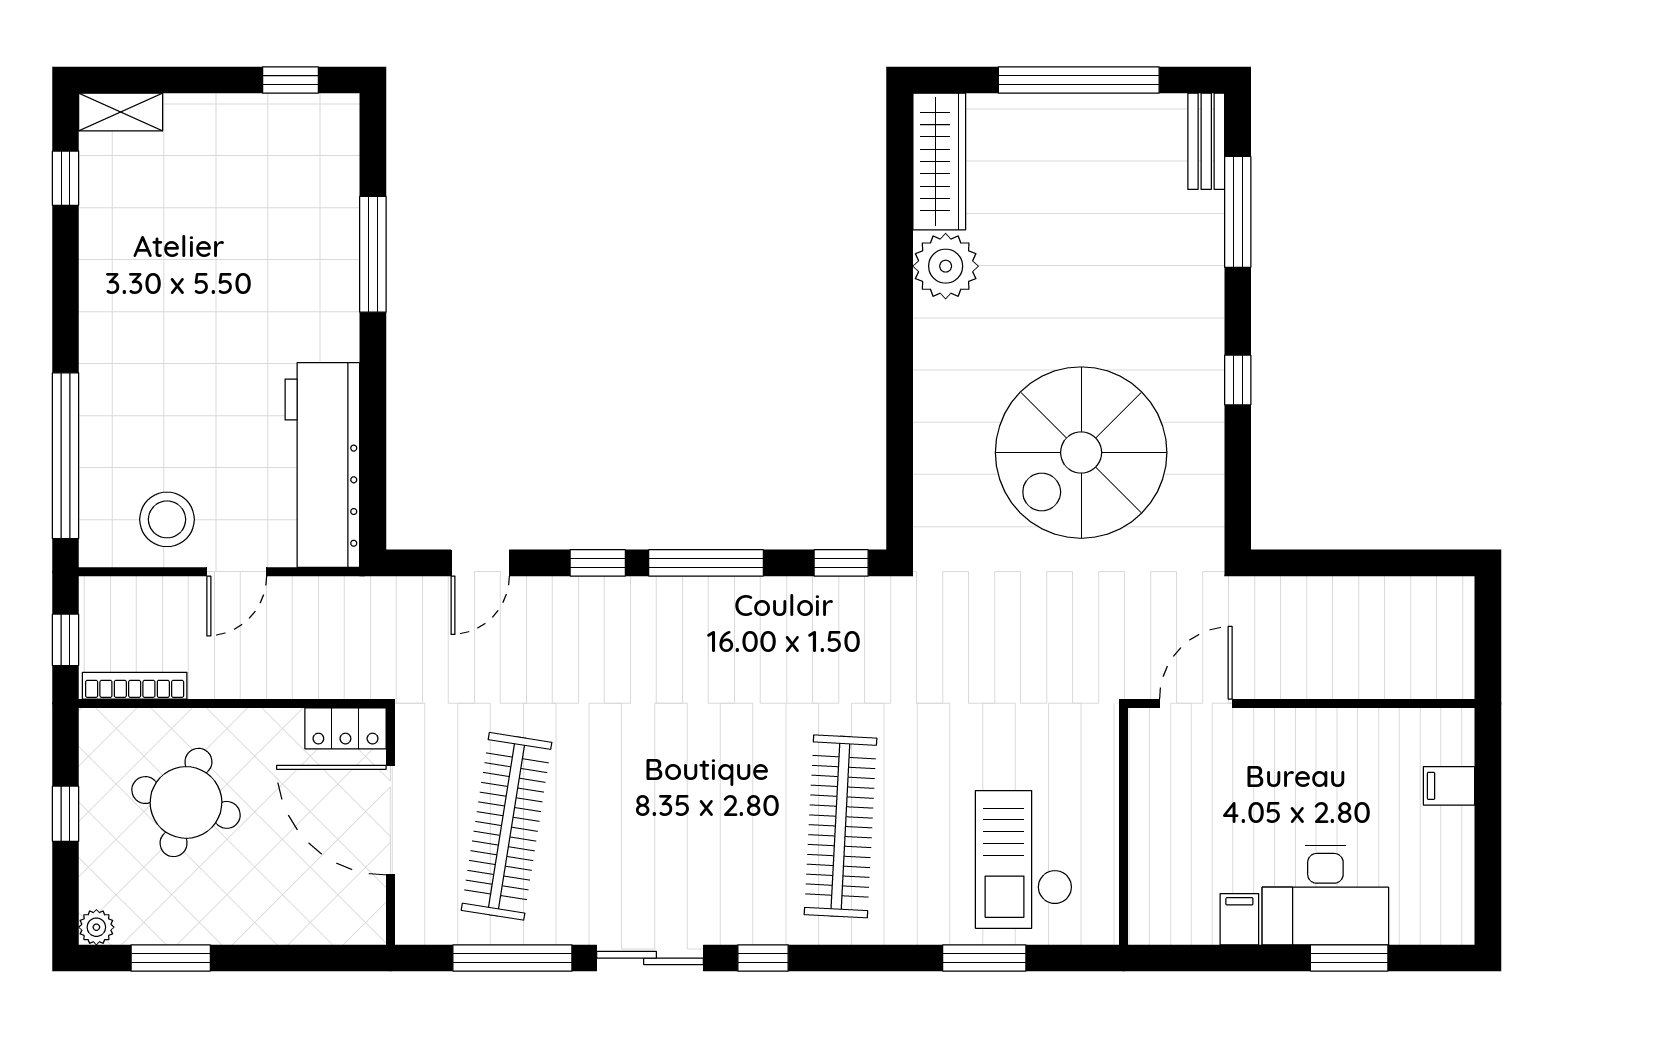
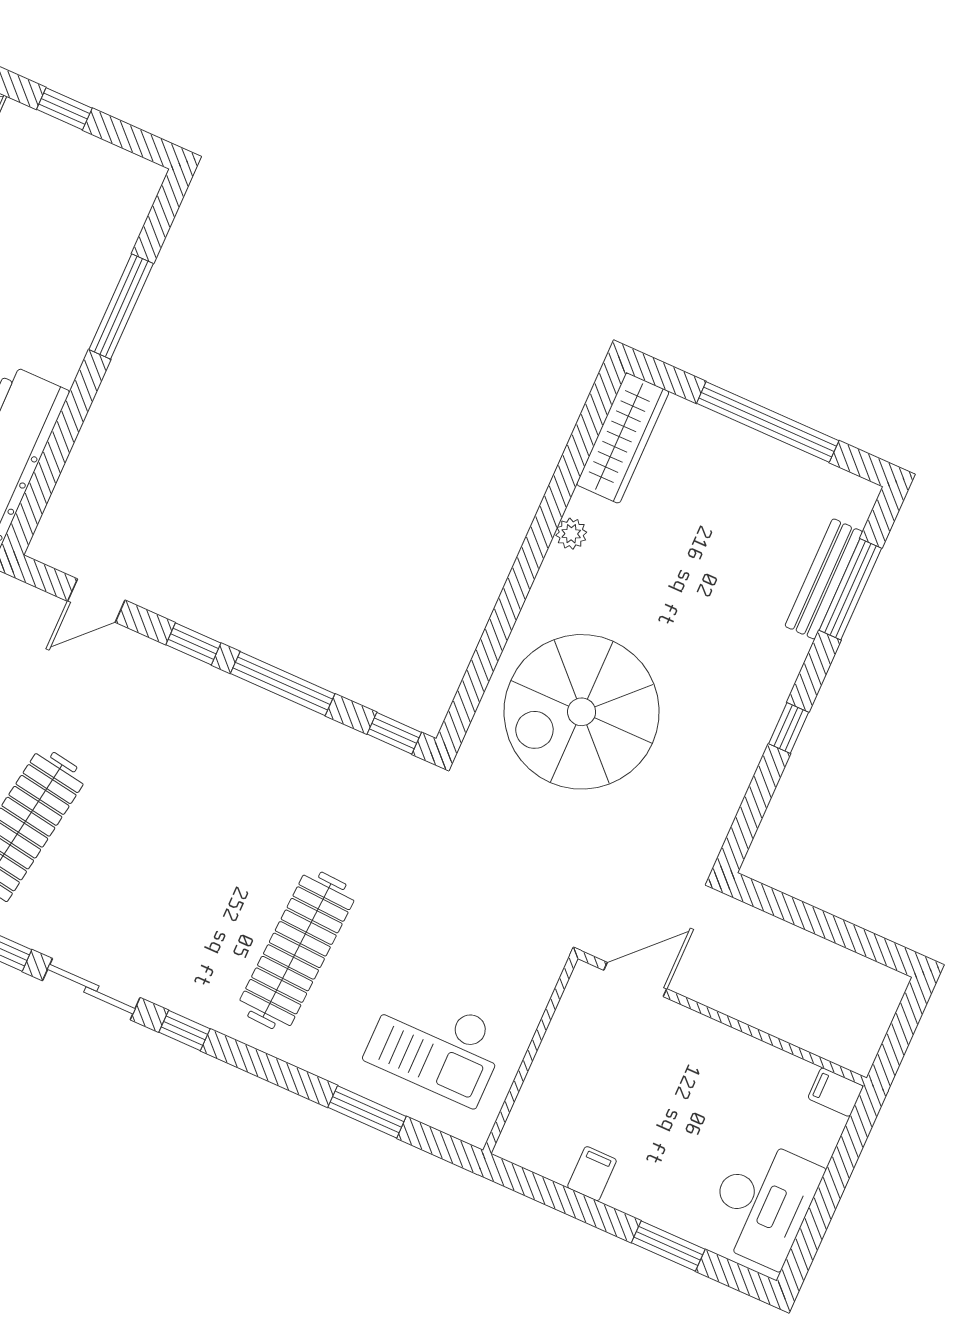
window: (290, 80) -> (64, 109), moved
bench: (1206, 141) -> (824, 579), moved, width x1.36
plant: (946, 266) -> (571, 534), width x0.53, depth x0.53
spiral stairs: (1081, 453) -> (582, 712), moved
filing cabinet: (1449, 786) -> (836, 1092), moved
checkout: (1024, 859) -> (436, 1045), turned -90
desk: (1325, 895) -> (763, 1203), moved, turned -90

